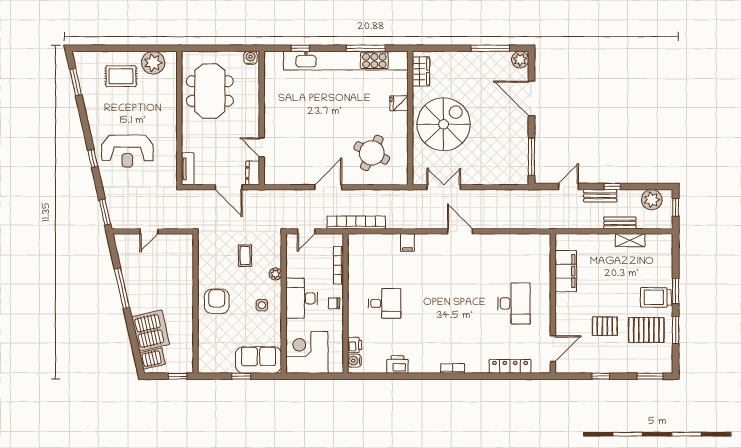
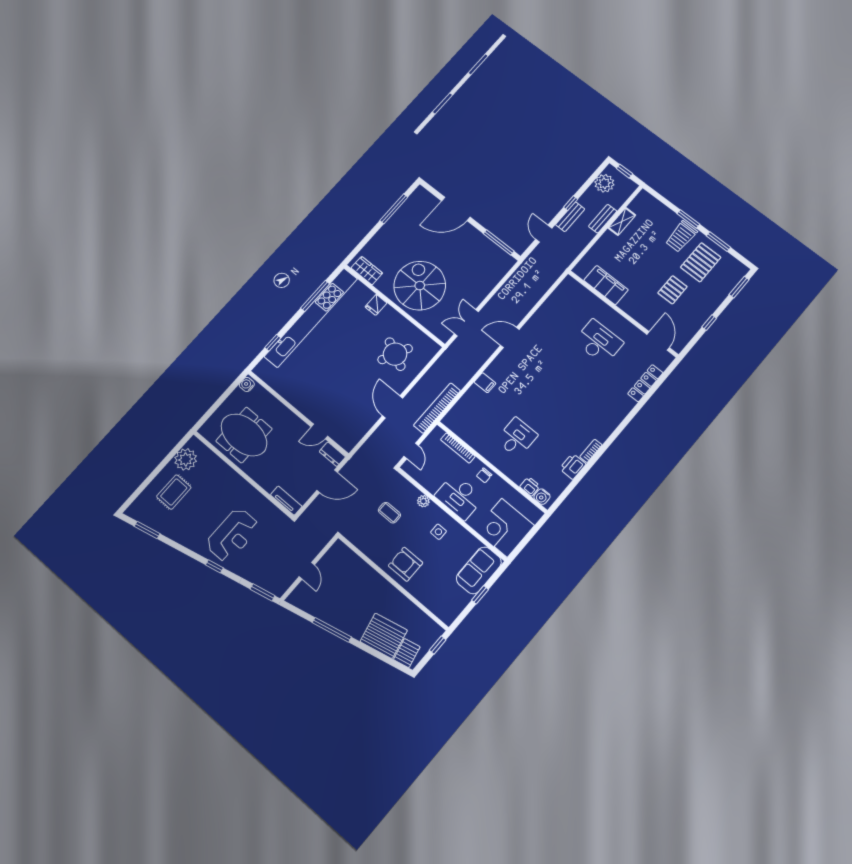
plant: (520, 60) -> (421, 195), removed
bookcase: (453, 368) -> (591, 451), moved

